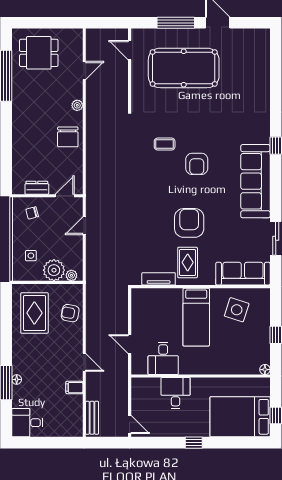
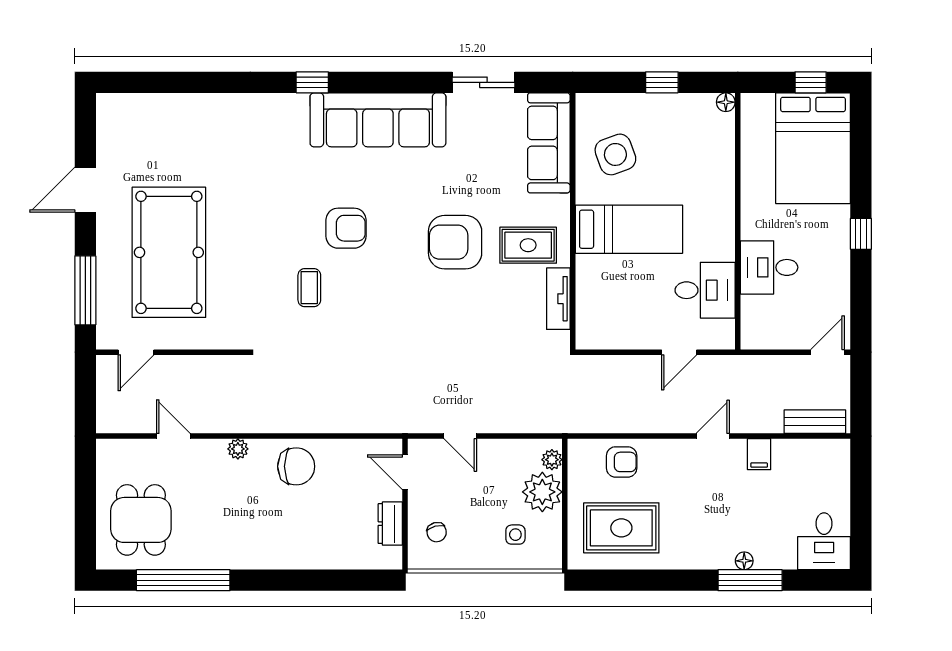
window: (176, 23) -> (85, 290), moved
side table: (237, 310) -> (615, 154), turned -38
armchair: (70, 313) -> (622, 462), turned -101

